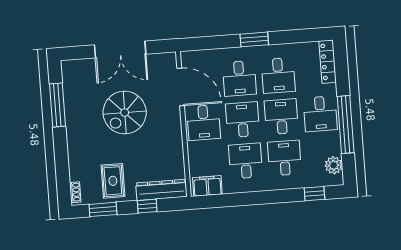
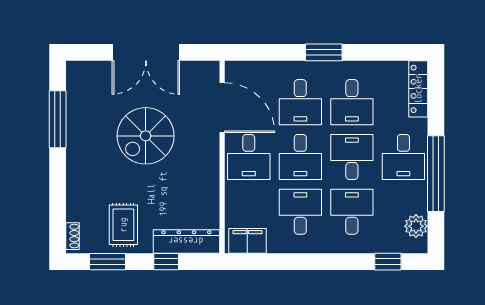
desk: (242, 120) -> (300, 157), turned 180

